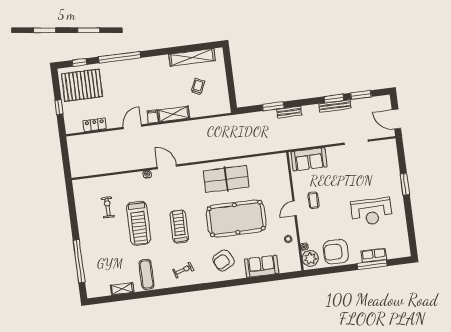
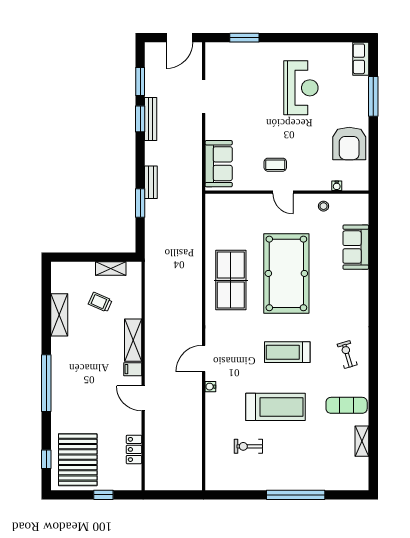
window: (119, 57) -> (46, 383), moved
shelving: (192, 57) -> (59, 315), width x0.68
shelving: (223, 91) -> (111, 269), added
window: (405, 184) -> (244, 38), moved
row of seats: (374, 255) -> (361, 59), moved
plant: (310, 258) -> (354, 180), removed
window: (79, 261) -> (296, 495), moved
armchair: (223, 261) -> (341, 298), removed

